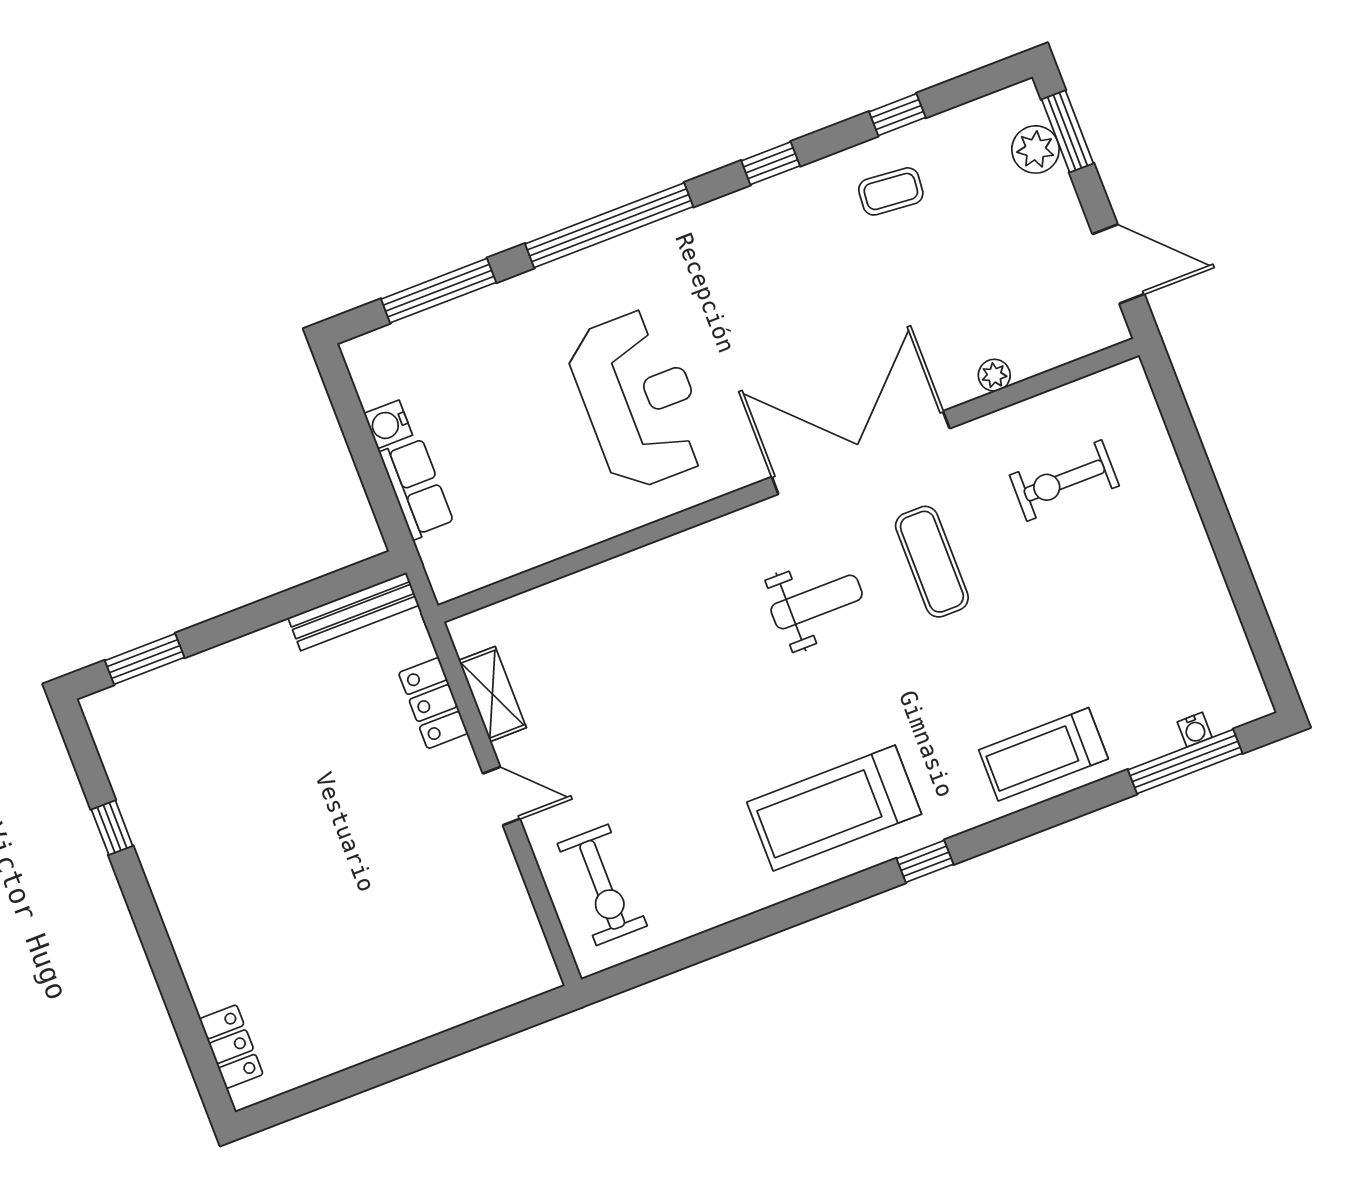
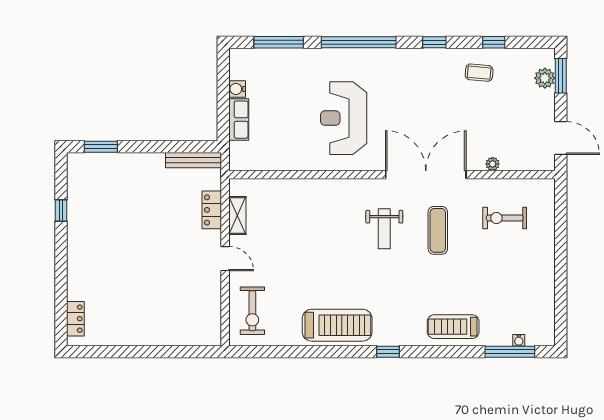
reception desk: (639, 399) -> (344, 118), turned 180
weight bench: (817, 602) -> (384, 229), turned 90
treadmill: (834, 808) -> (337, 325), moved, turned 180

